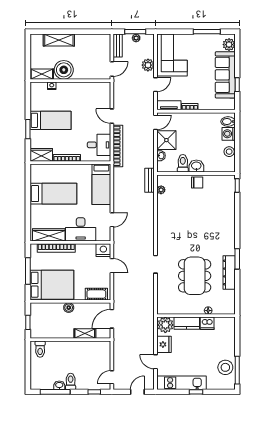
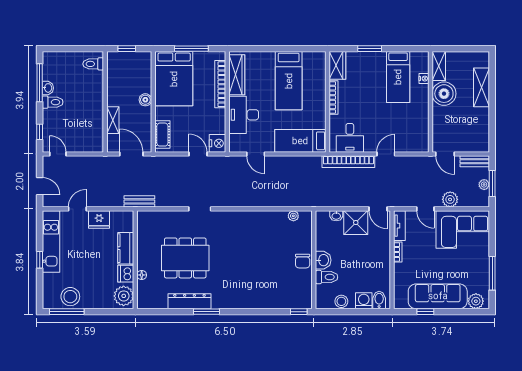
bed: (50, 120) -> (398, 77), moved
toilet: (183, 163) -> (327, 277), moved
bench: (150, 180) -> (139, 201), moved
door: (112, 266) -> (198, 154), swing flipped
plant: (165, 325) -> (124, 296), moved

